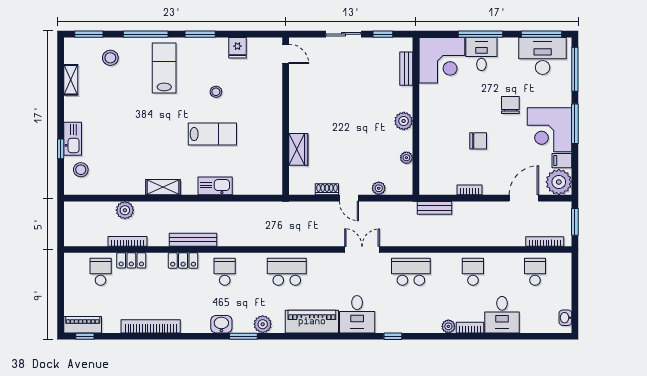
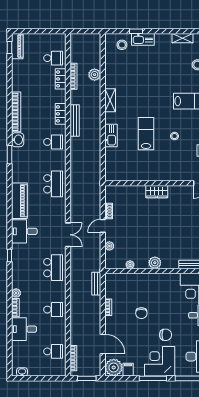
corner desk: (550, 130) -> (160, 361), moved
lab bench: (212, 134) -> (146, 134), turned 180
wardrobe: (298, 149) -> (157, 192), moved
plant: (263, 324) -> (18, 168), removed
bookcase: (151, 326) -> (16, 112), moved

